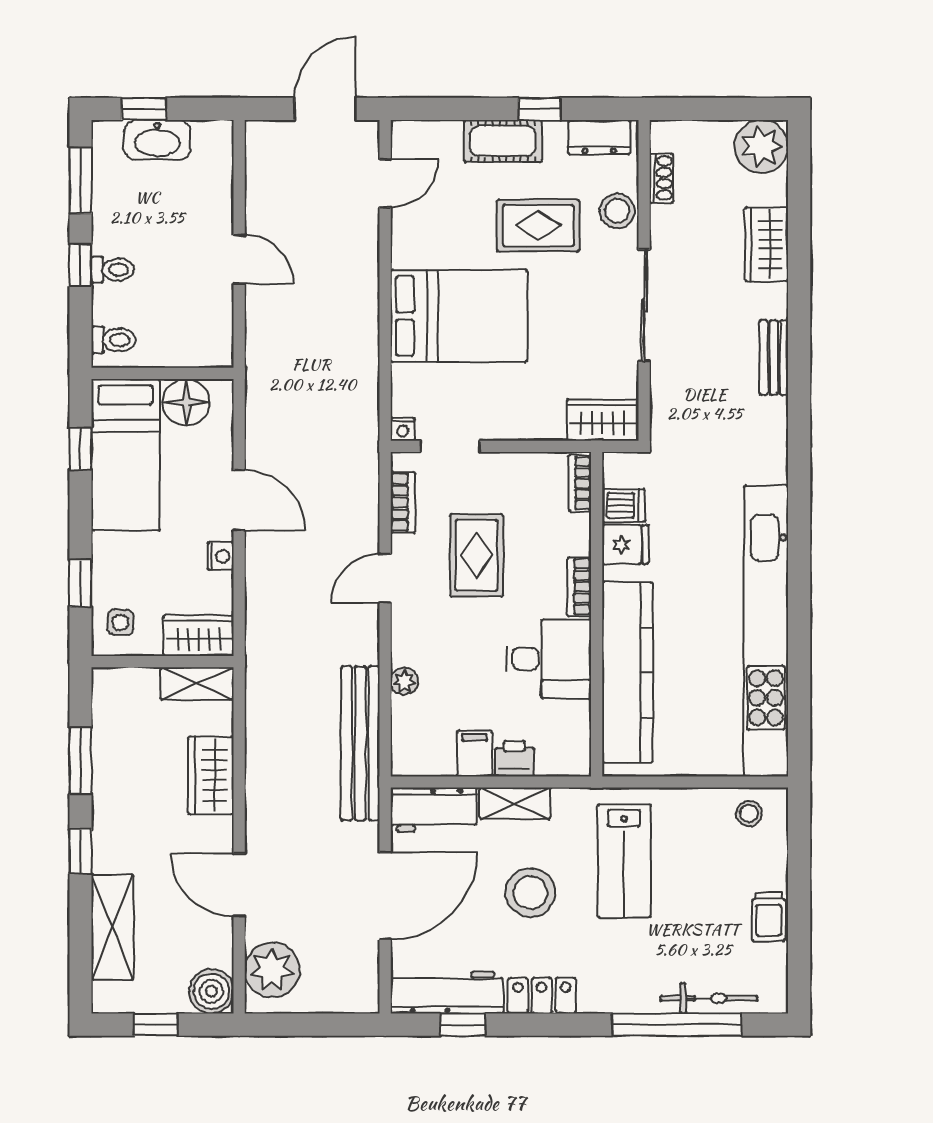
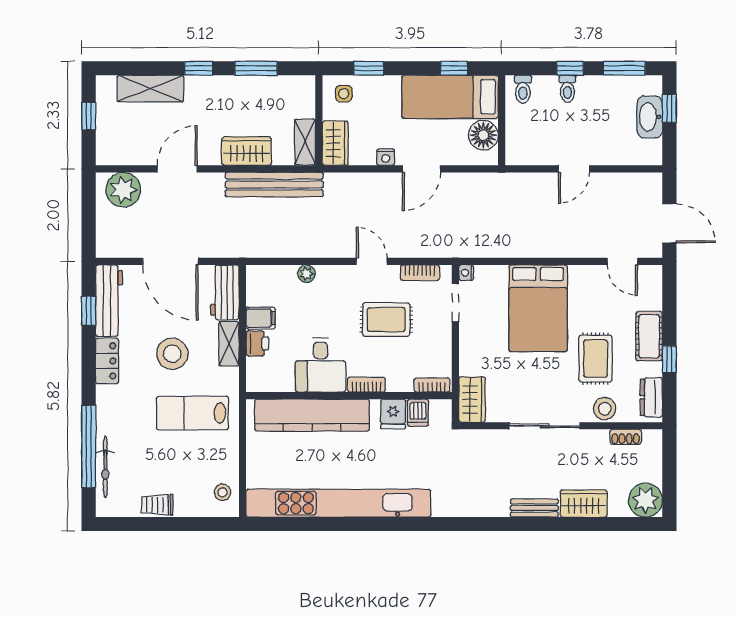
bench: (774, 357) -> (534, 508), moved
bench: (360, 743) -> (274, 185), moved
boiler: (211, 991) -> (110, 151), removed

